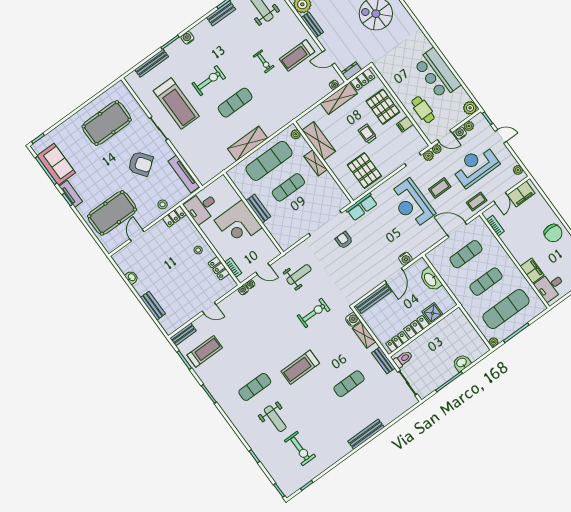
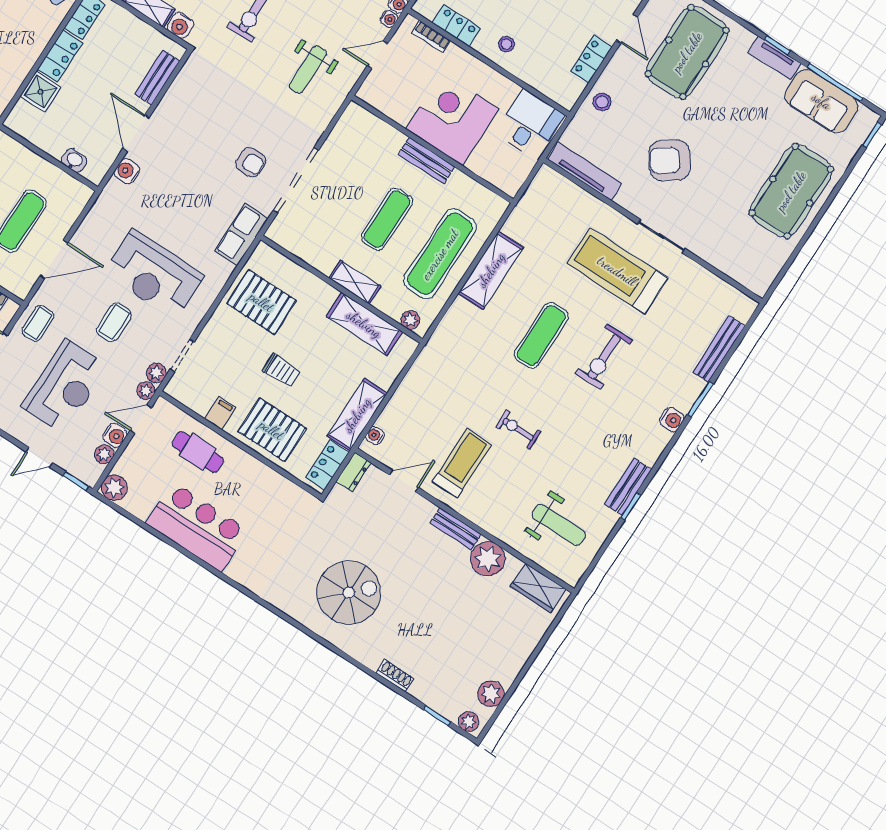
treadmill: (176, 104) -> (617, 271), moved
pool table: (107, 123) -> (791, 191), moved
reception desk: (412, 204) -> (154, 275), turned 180
locker: (174, 217) -> (591, 59), moved
washbasin: (430, 279) -> (74, 160), width x0.52, depth x0.69
bench: (373, 299) -> (157, 78), width x0.73

